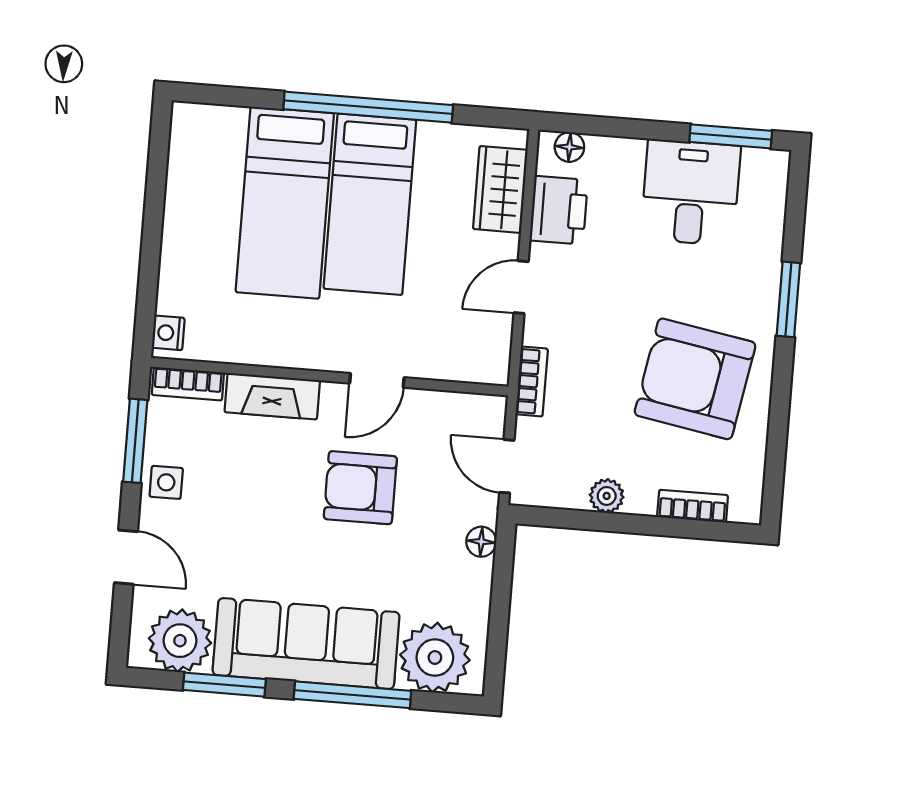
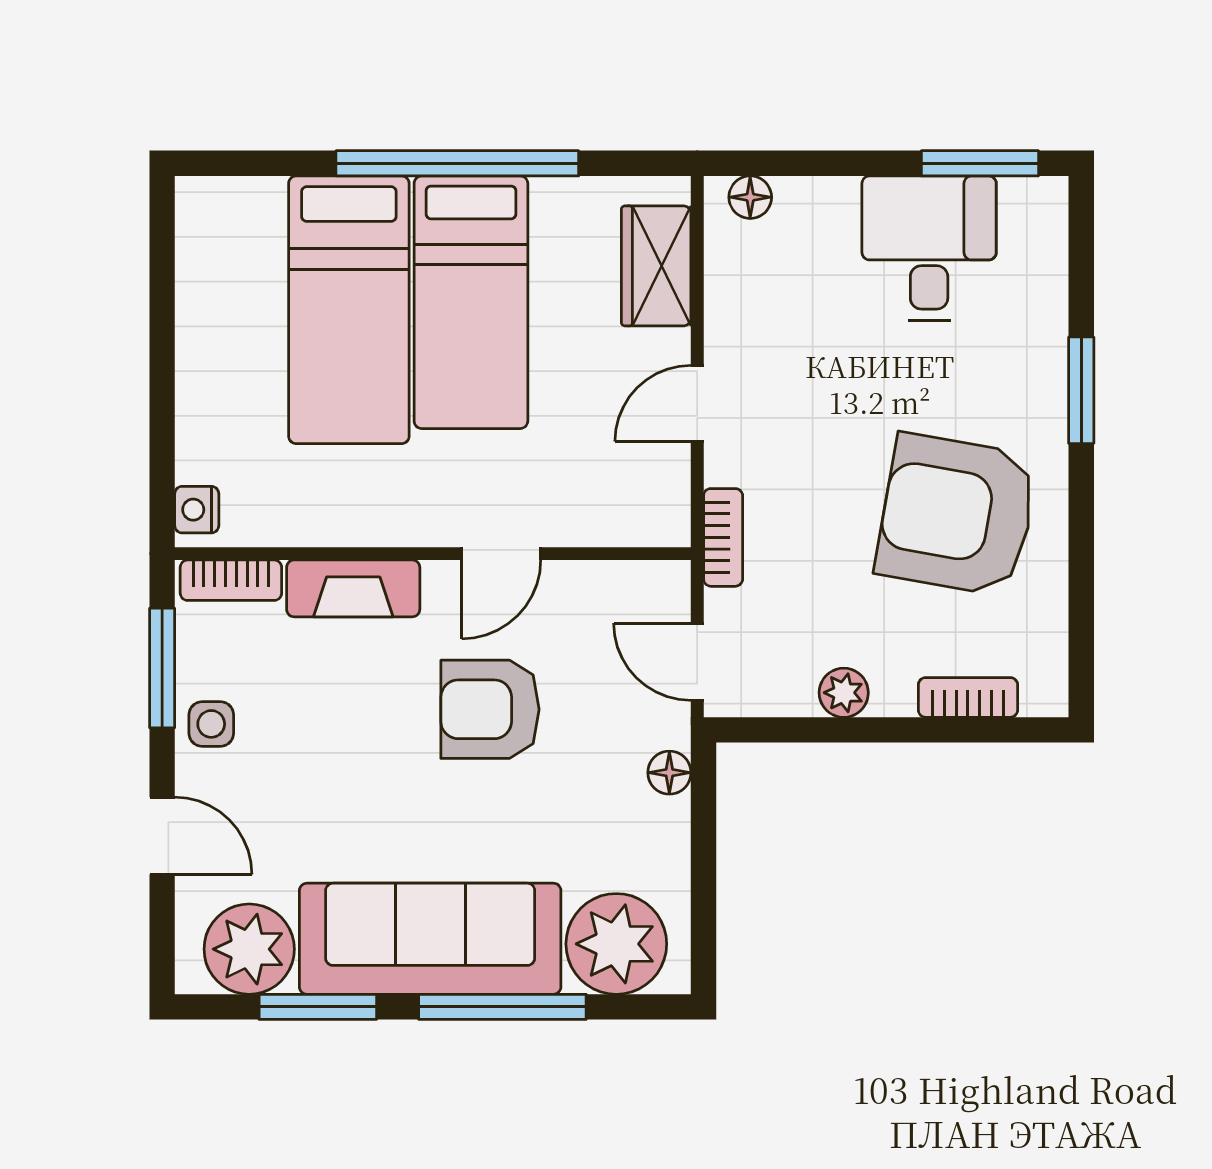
printer: (559, 210) -> (742, 289), removed

